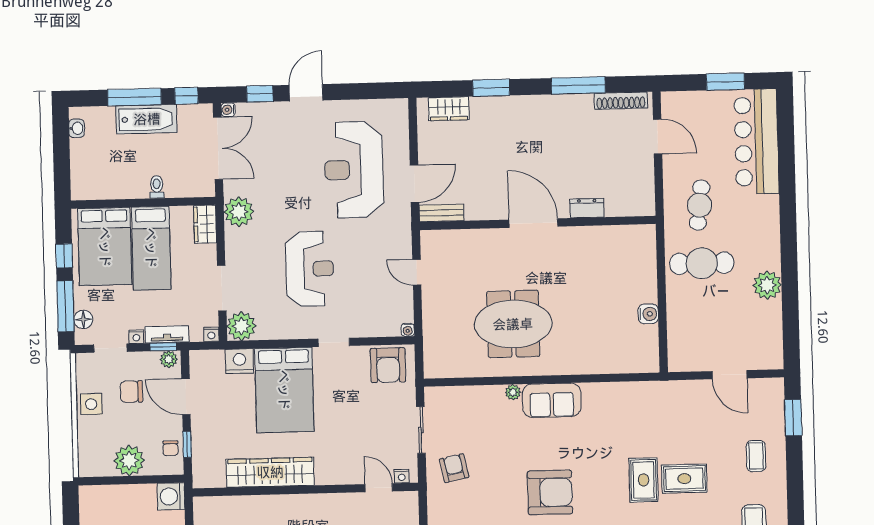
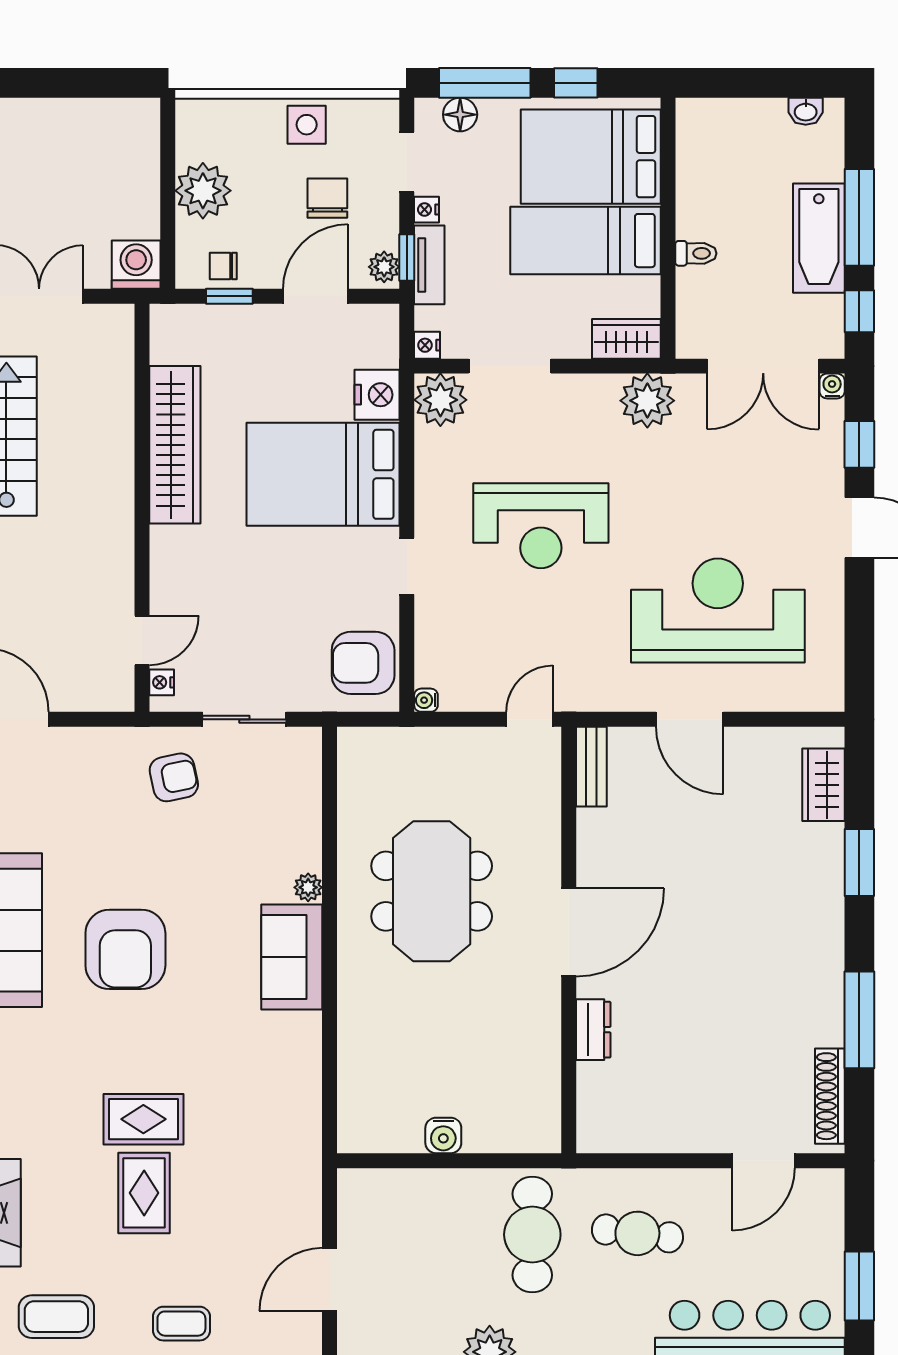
dresser: (587, 208) -> (593, 1030), moved
bench: (441, 213) -> (591, 767), moved
door: (533, 223) -> (569, 932), moved
wall: (538, 223) -> (569, 940), moved

